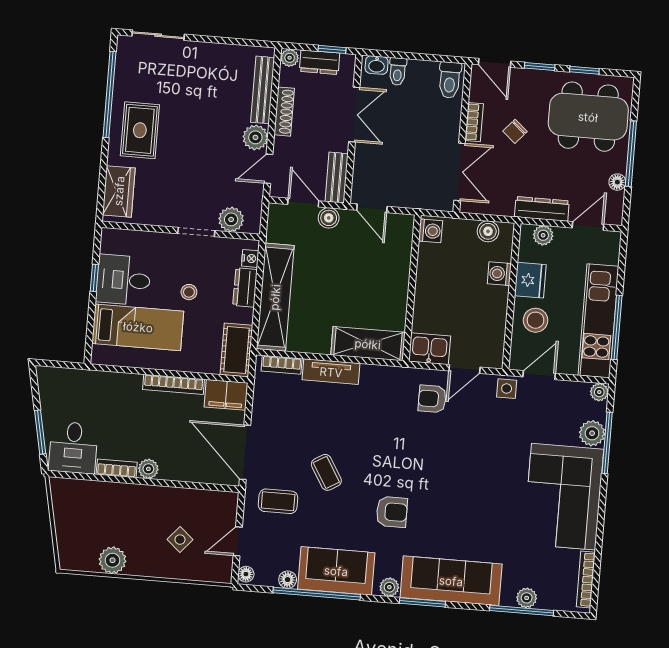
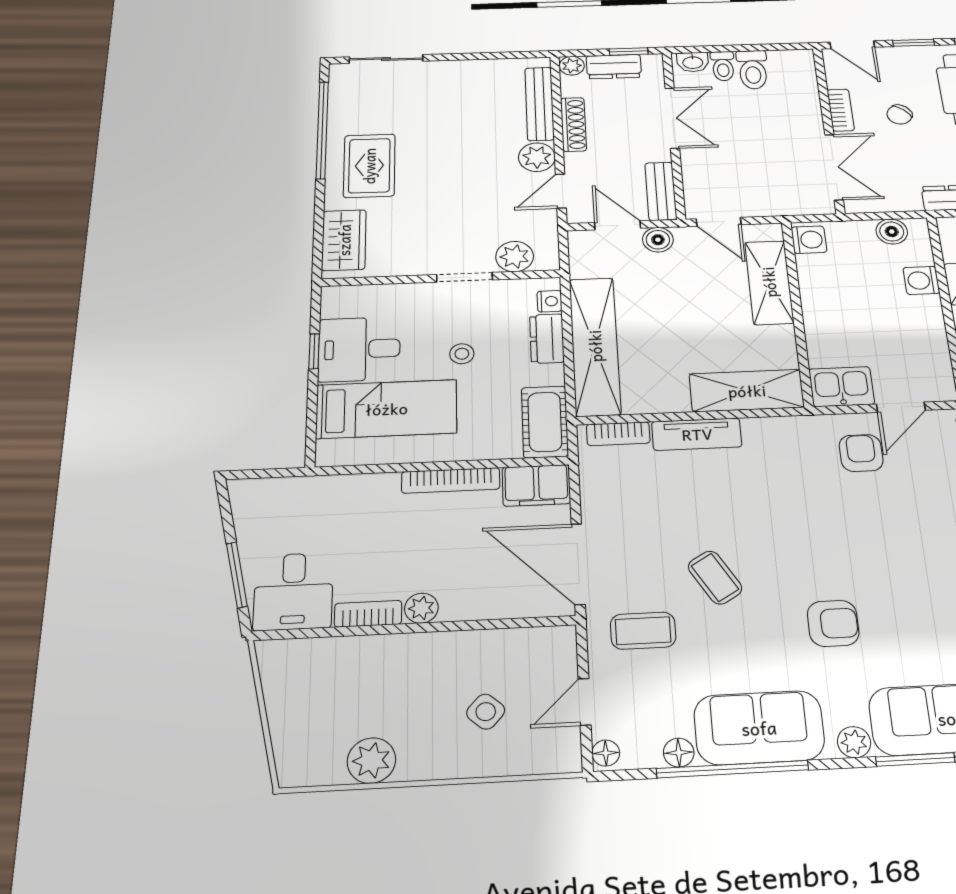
toilet: (450, 80) -> (753, 70), moved
shelving: (397, 262) -> (769, 282), added
armchair: (432, 399) -> (861, 453), turned 90

